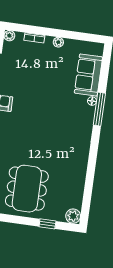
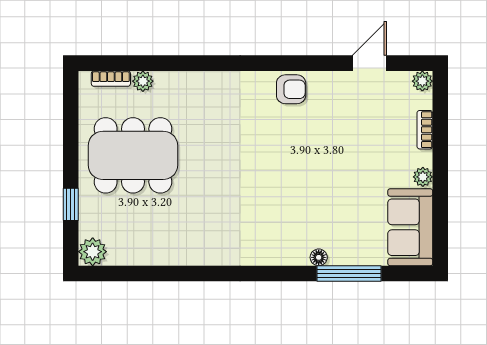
sofa: (88, 75) -> (410, 227), moved, turned -90
window: (99, 109) -> (349, 274), moved

